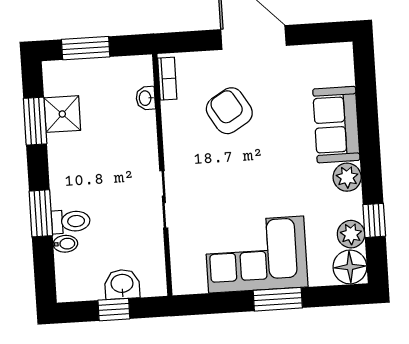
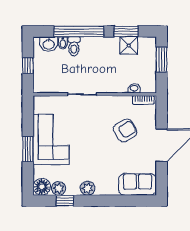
sofa: (336, 125) -> (137, 184), moved
window: (41, 213) -> (79, 31), width x2.11
washbasin: (122, 284) -> (49, 44), moved, turned 90

